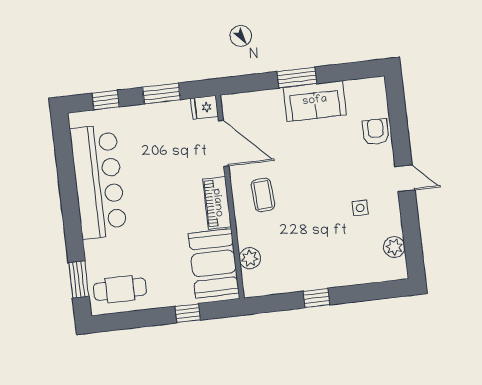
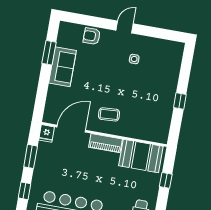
window: (297, 78) -> (49, 53), moved
plant: (394, 247) -> (164, 46), removed
plant: (250, 258) -> (144, 134), removed

